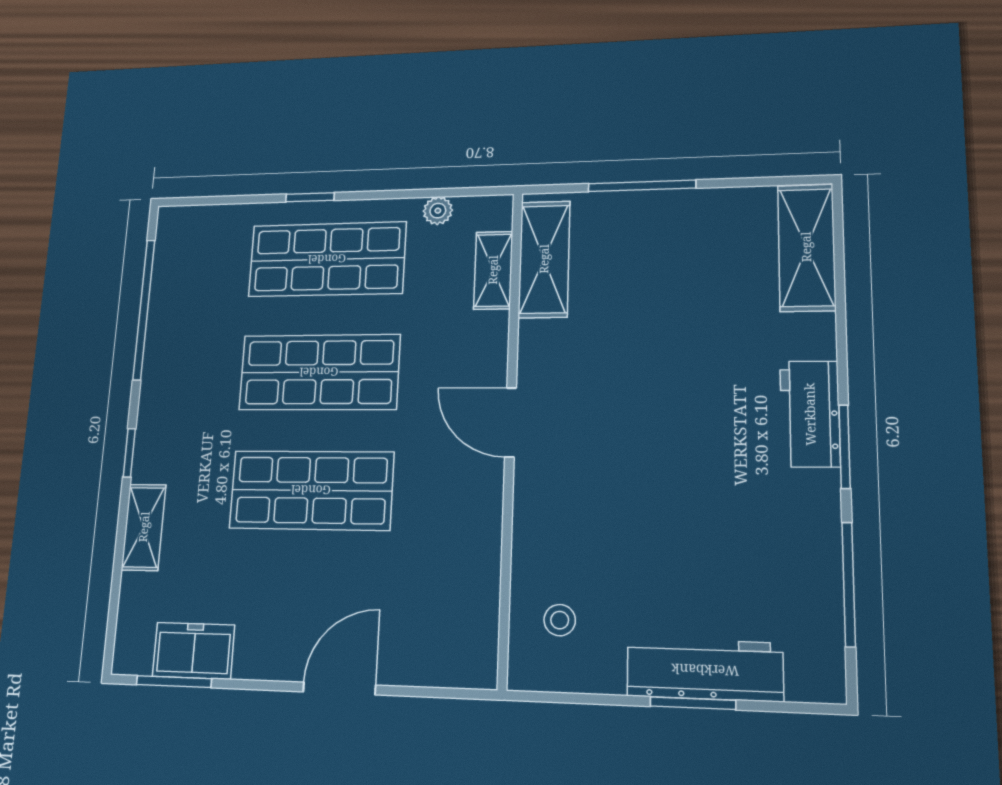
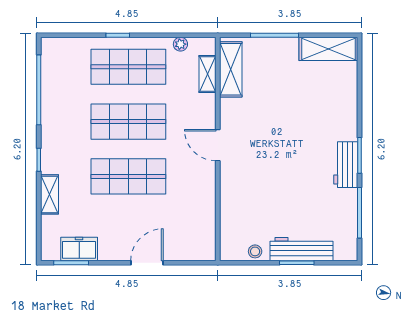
shelving: (806, 247) -> (328, 49), moved, turned 90
workbench: (810, 414) -> (346, 165), moved
stool: (560, 620) -> (255, 251), moved

